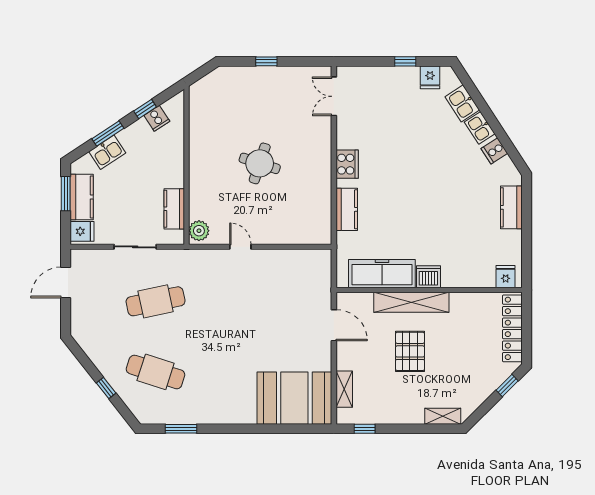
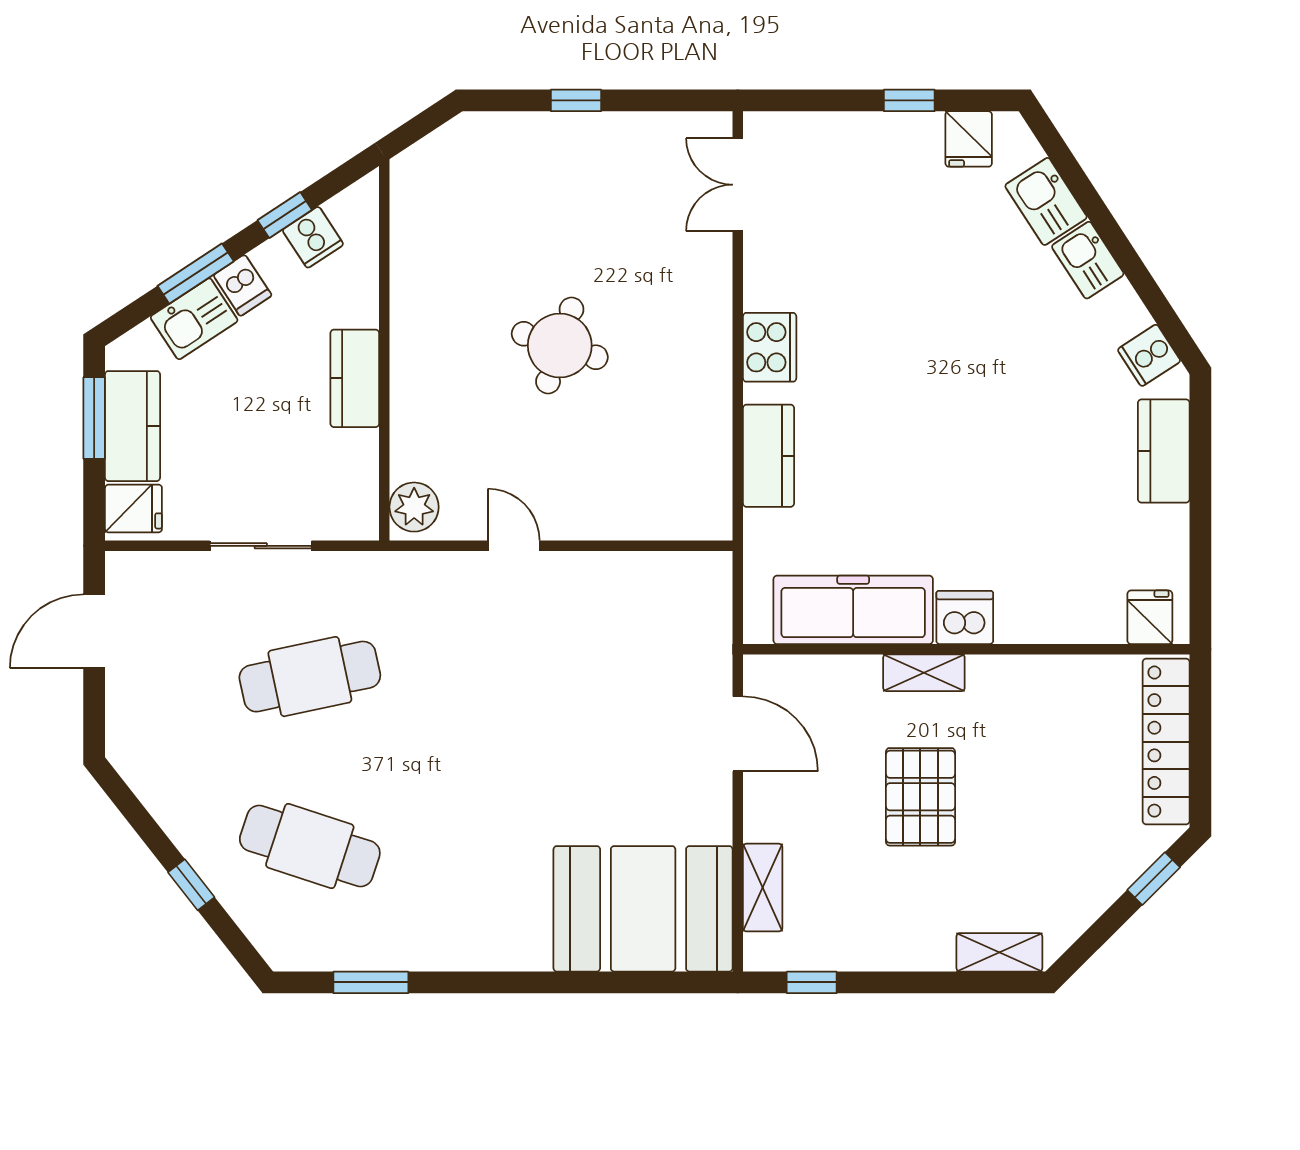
dishwasher: (127, 138) -> (243, 285), added
cooker: (494, 151) -> (1149, 355), moved
kitchen counter: (174, 209) -> (355, 378), moved
shelving: (411, 302) -> (924, 673), width x0.45, depth x0.75

